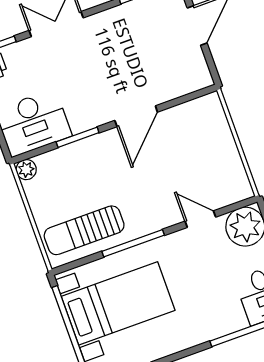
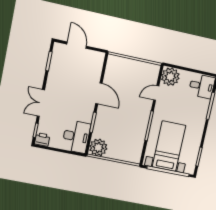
plant: (26, 170) -> (98, 148), width x1.87, depth x1.87
sun lounger: (84, 230) -> (132, 142), removed

